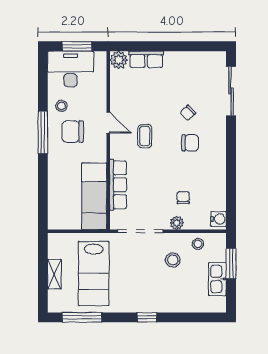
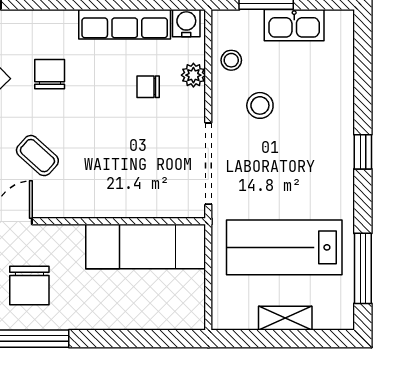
coffee table: (145, 136) -> (37, 156), turned 42
row of seats: (118, 185) -> (125, 24), moved, turned 180
plant: (177, 223) -> (193, 75), moved
lab bench: (94, 274) -> (284, 247), turned 180

